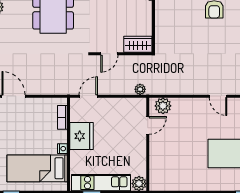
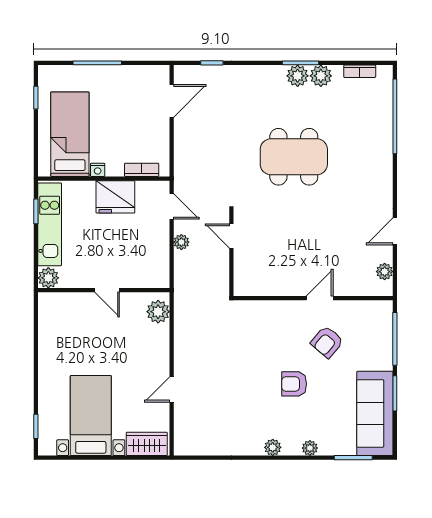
wardrobe: (138, 44) -> (245, 276), removed
plant: (140, 89) -> (181, 242), moved
door: (148, 125) -> (107, 290), moved

